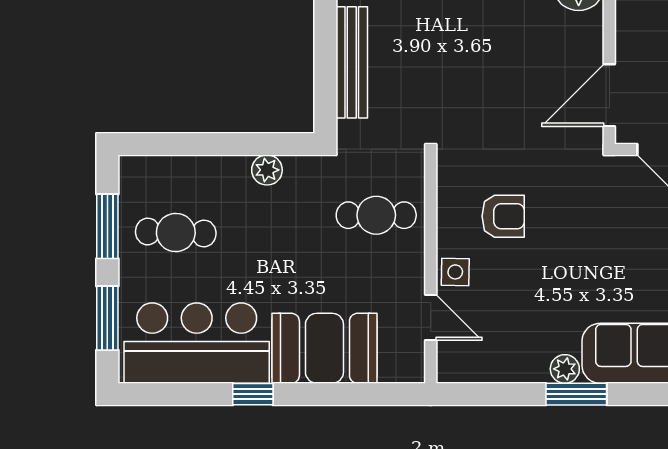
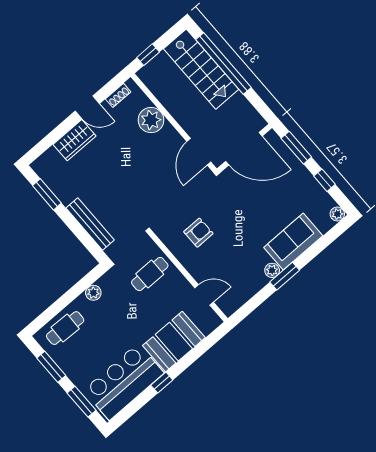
cafe table: (176, 233) -> (65, 328), moved
side table: (455, 272) -> (198, 270), removed

